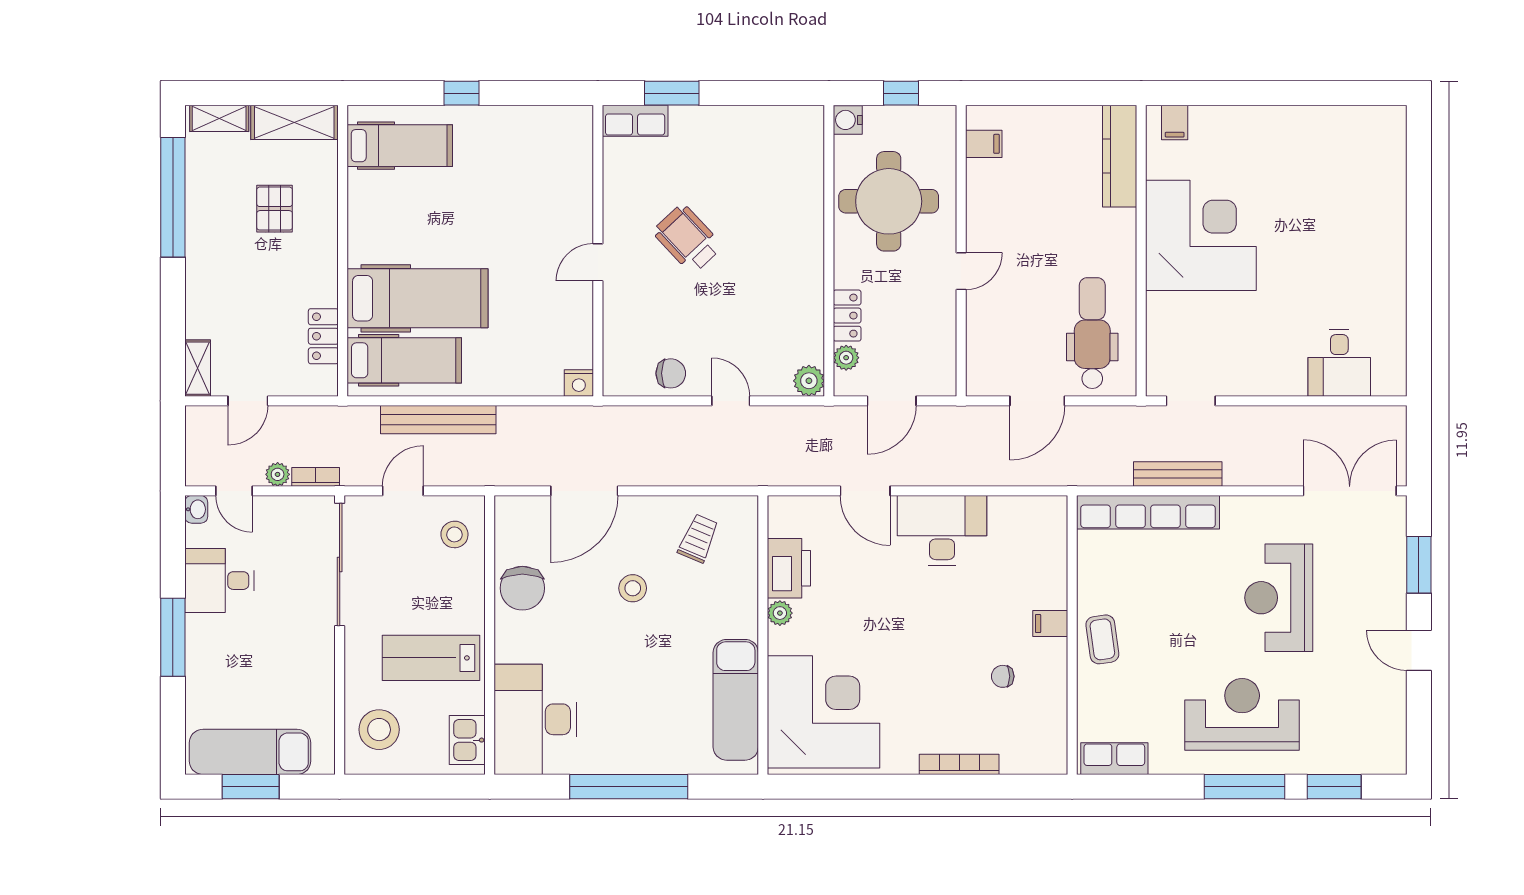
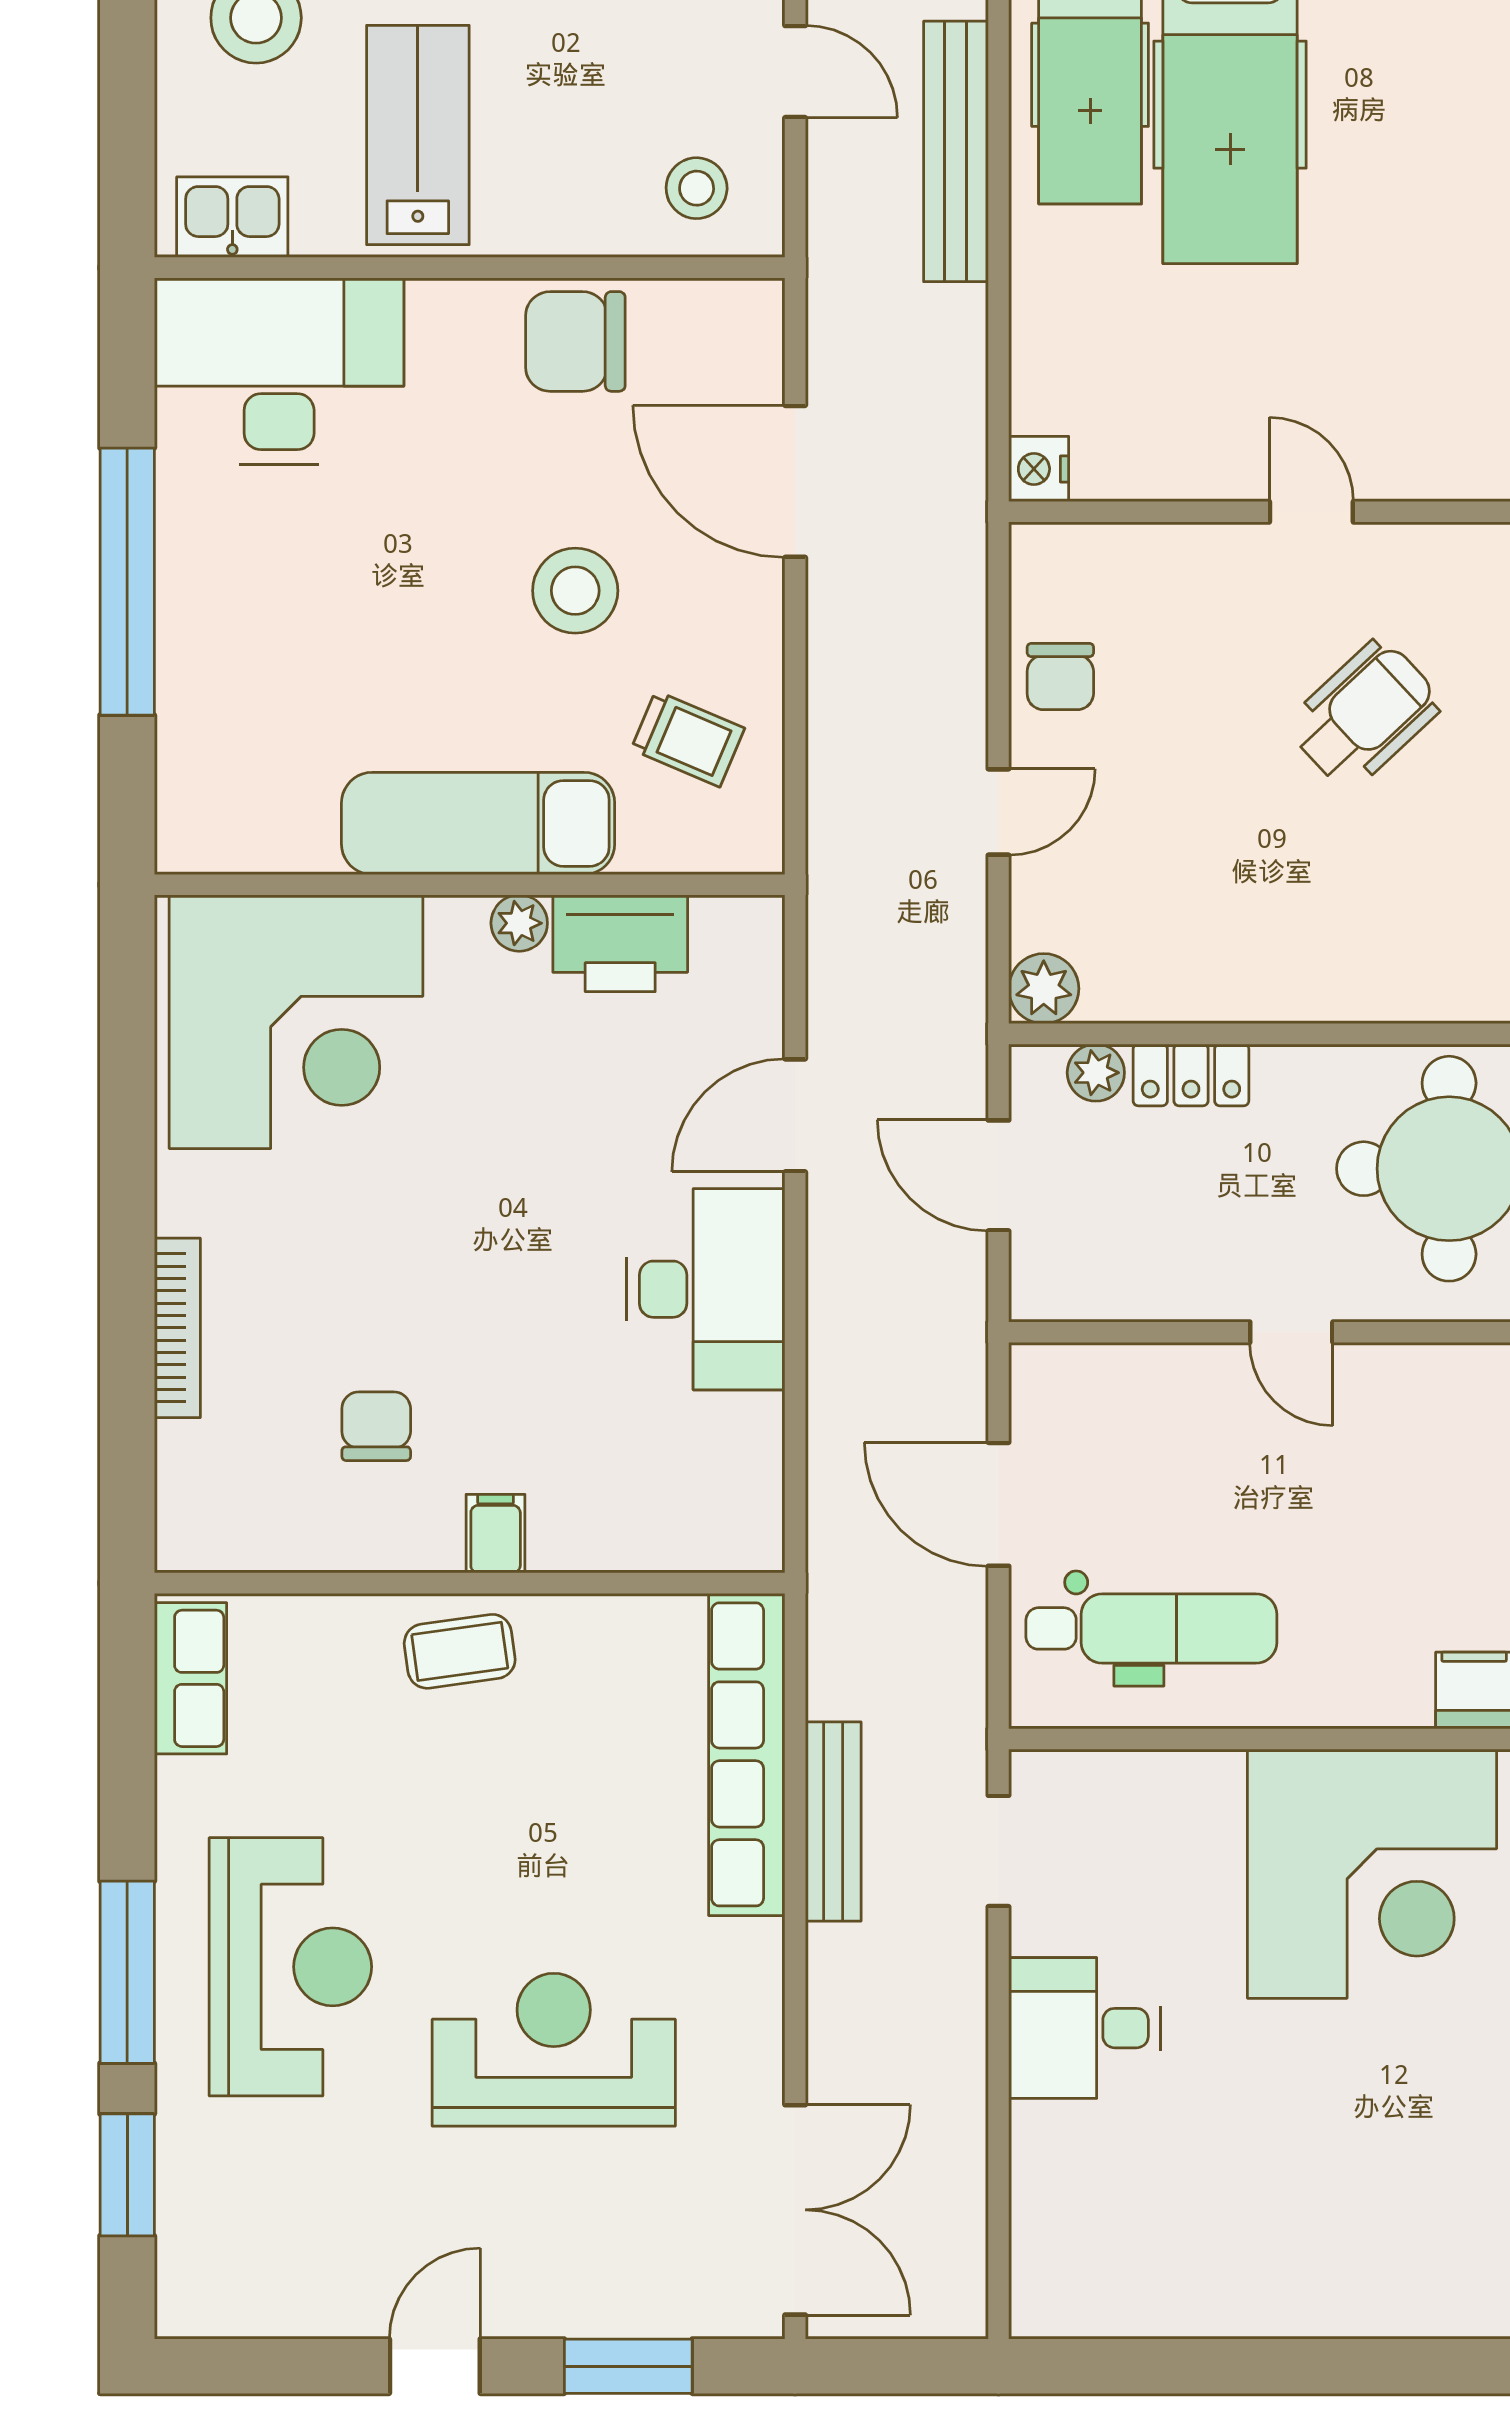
desk: (1339, 363) -> (1085, 2028), moved
stool: (633, 588) -> (575, 591), width x1.38, depth x1.38
chair: (1003, 676) -> (376, 1426), width x1.37, depth x1.37
exam couch: (736, 700) -> (478, 823), moved

